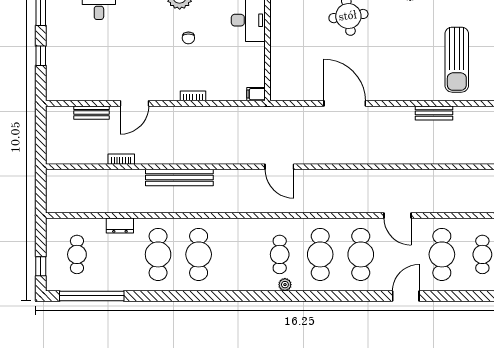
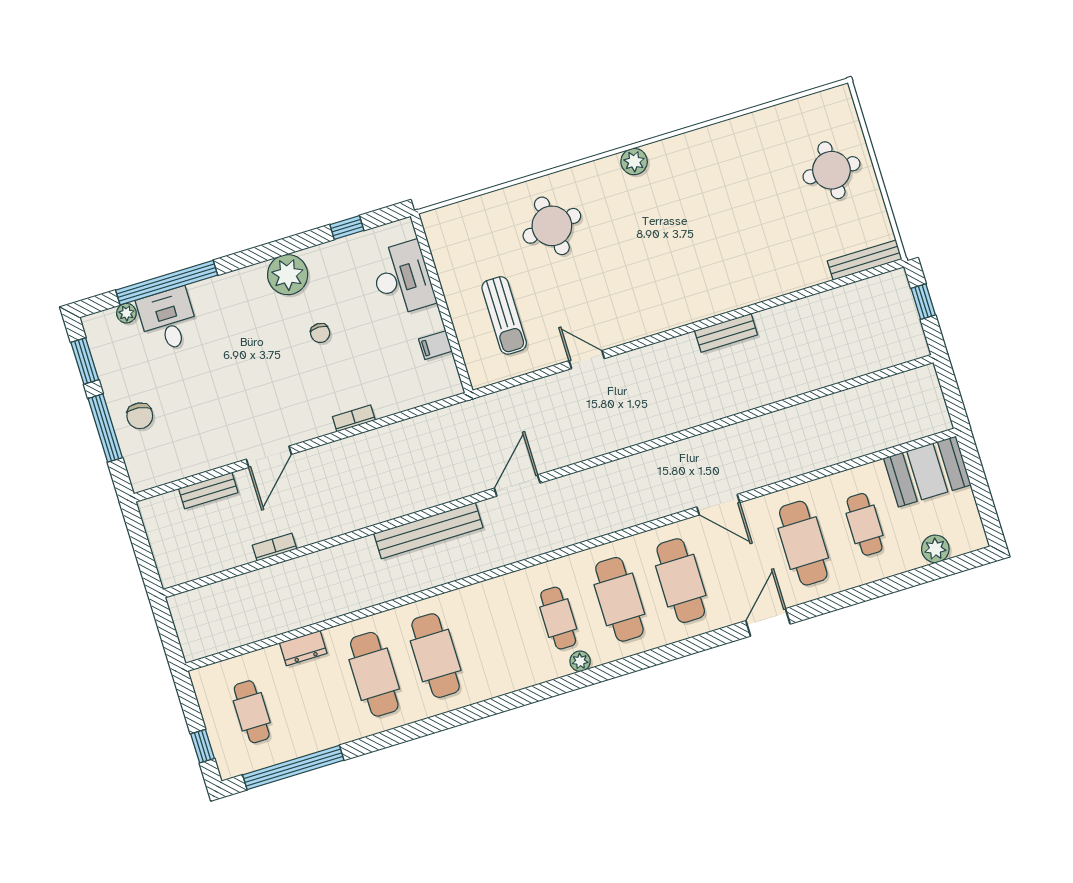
chair: (64, 55) -> (140, 416), added
window: (41, 56) -> (105, 428), width x2.17
sun lounger: (457, 60) -> (504, 315), moved, width x0.73, depth x0.75
filing cabinet: (256, 94) -> (435, 345), moved
door: (345, 103) -> (587, 360), width x0.53
door: (279, 167) -> (517, 486), swing flipped
bench: (179, 178) -> (428, 531), moved

